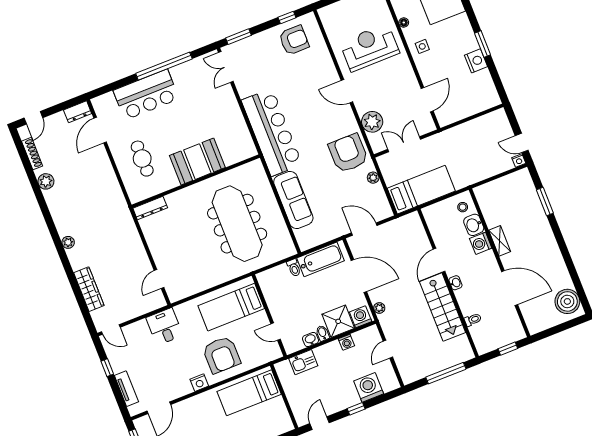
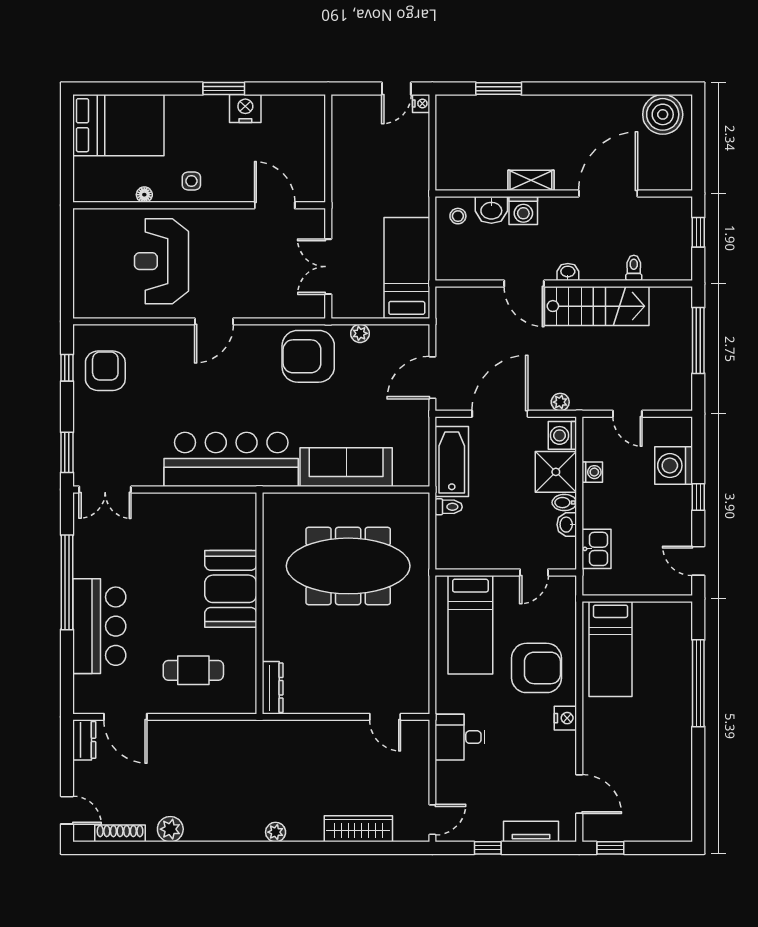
plant: (372, 122) -> (275, 302), removed

